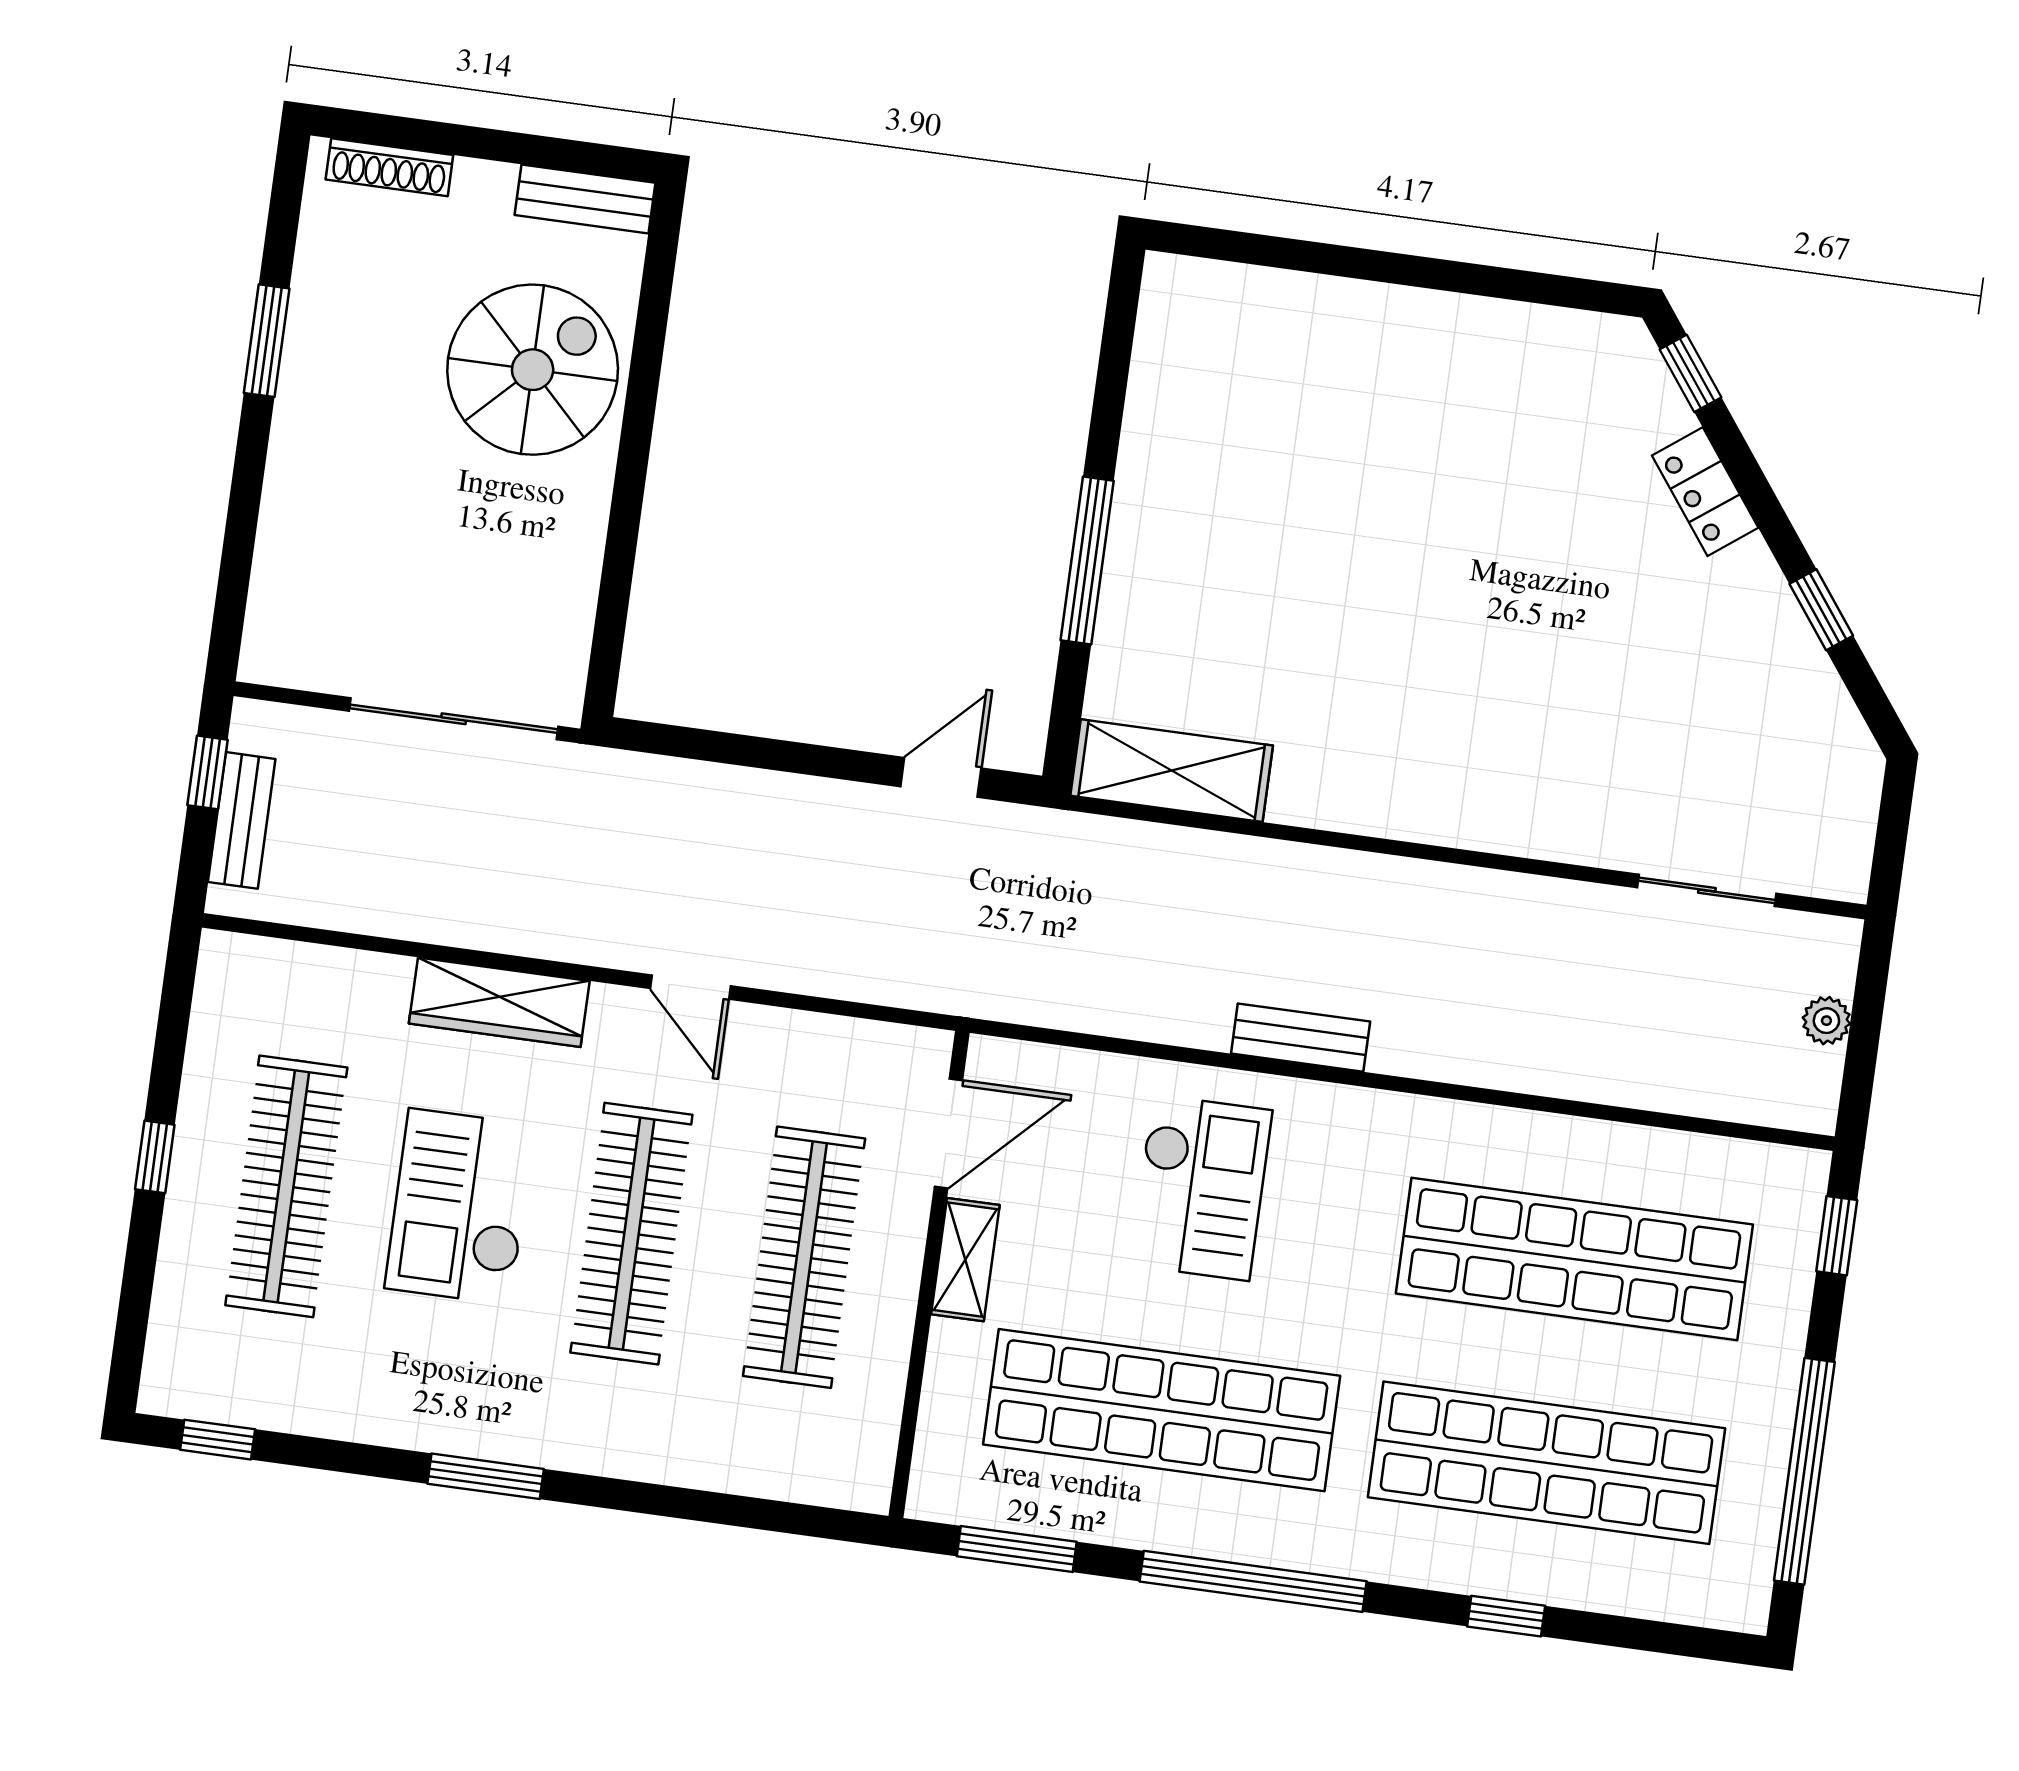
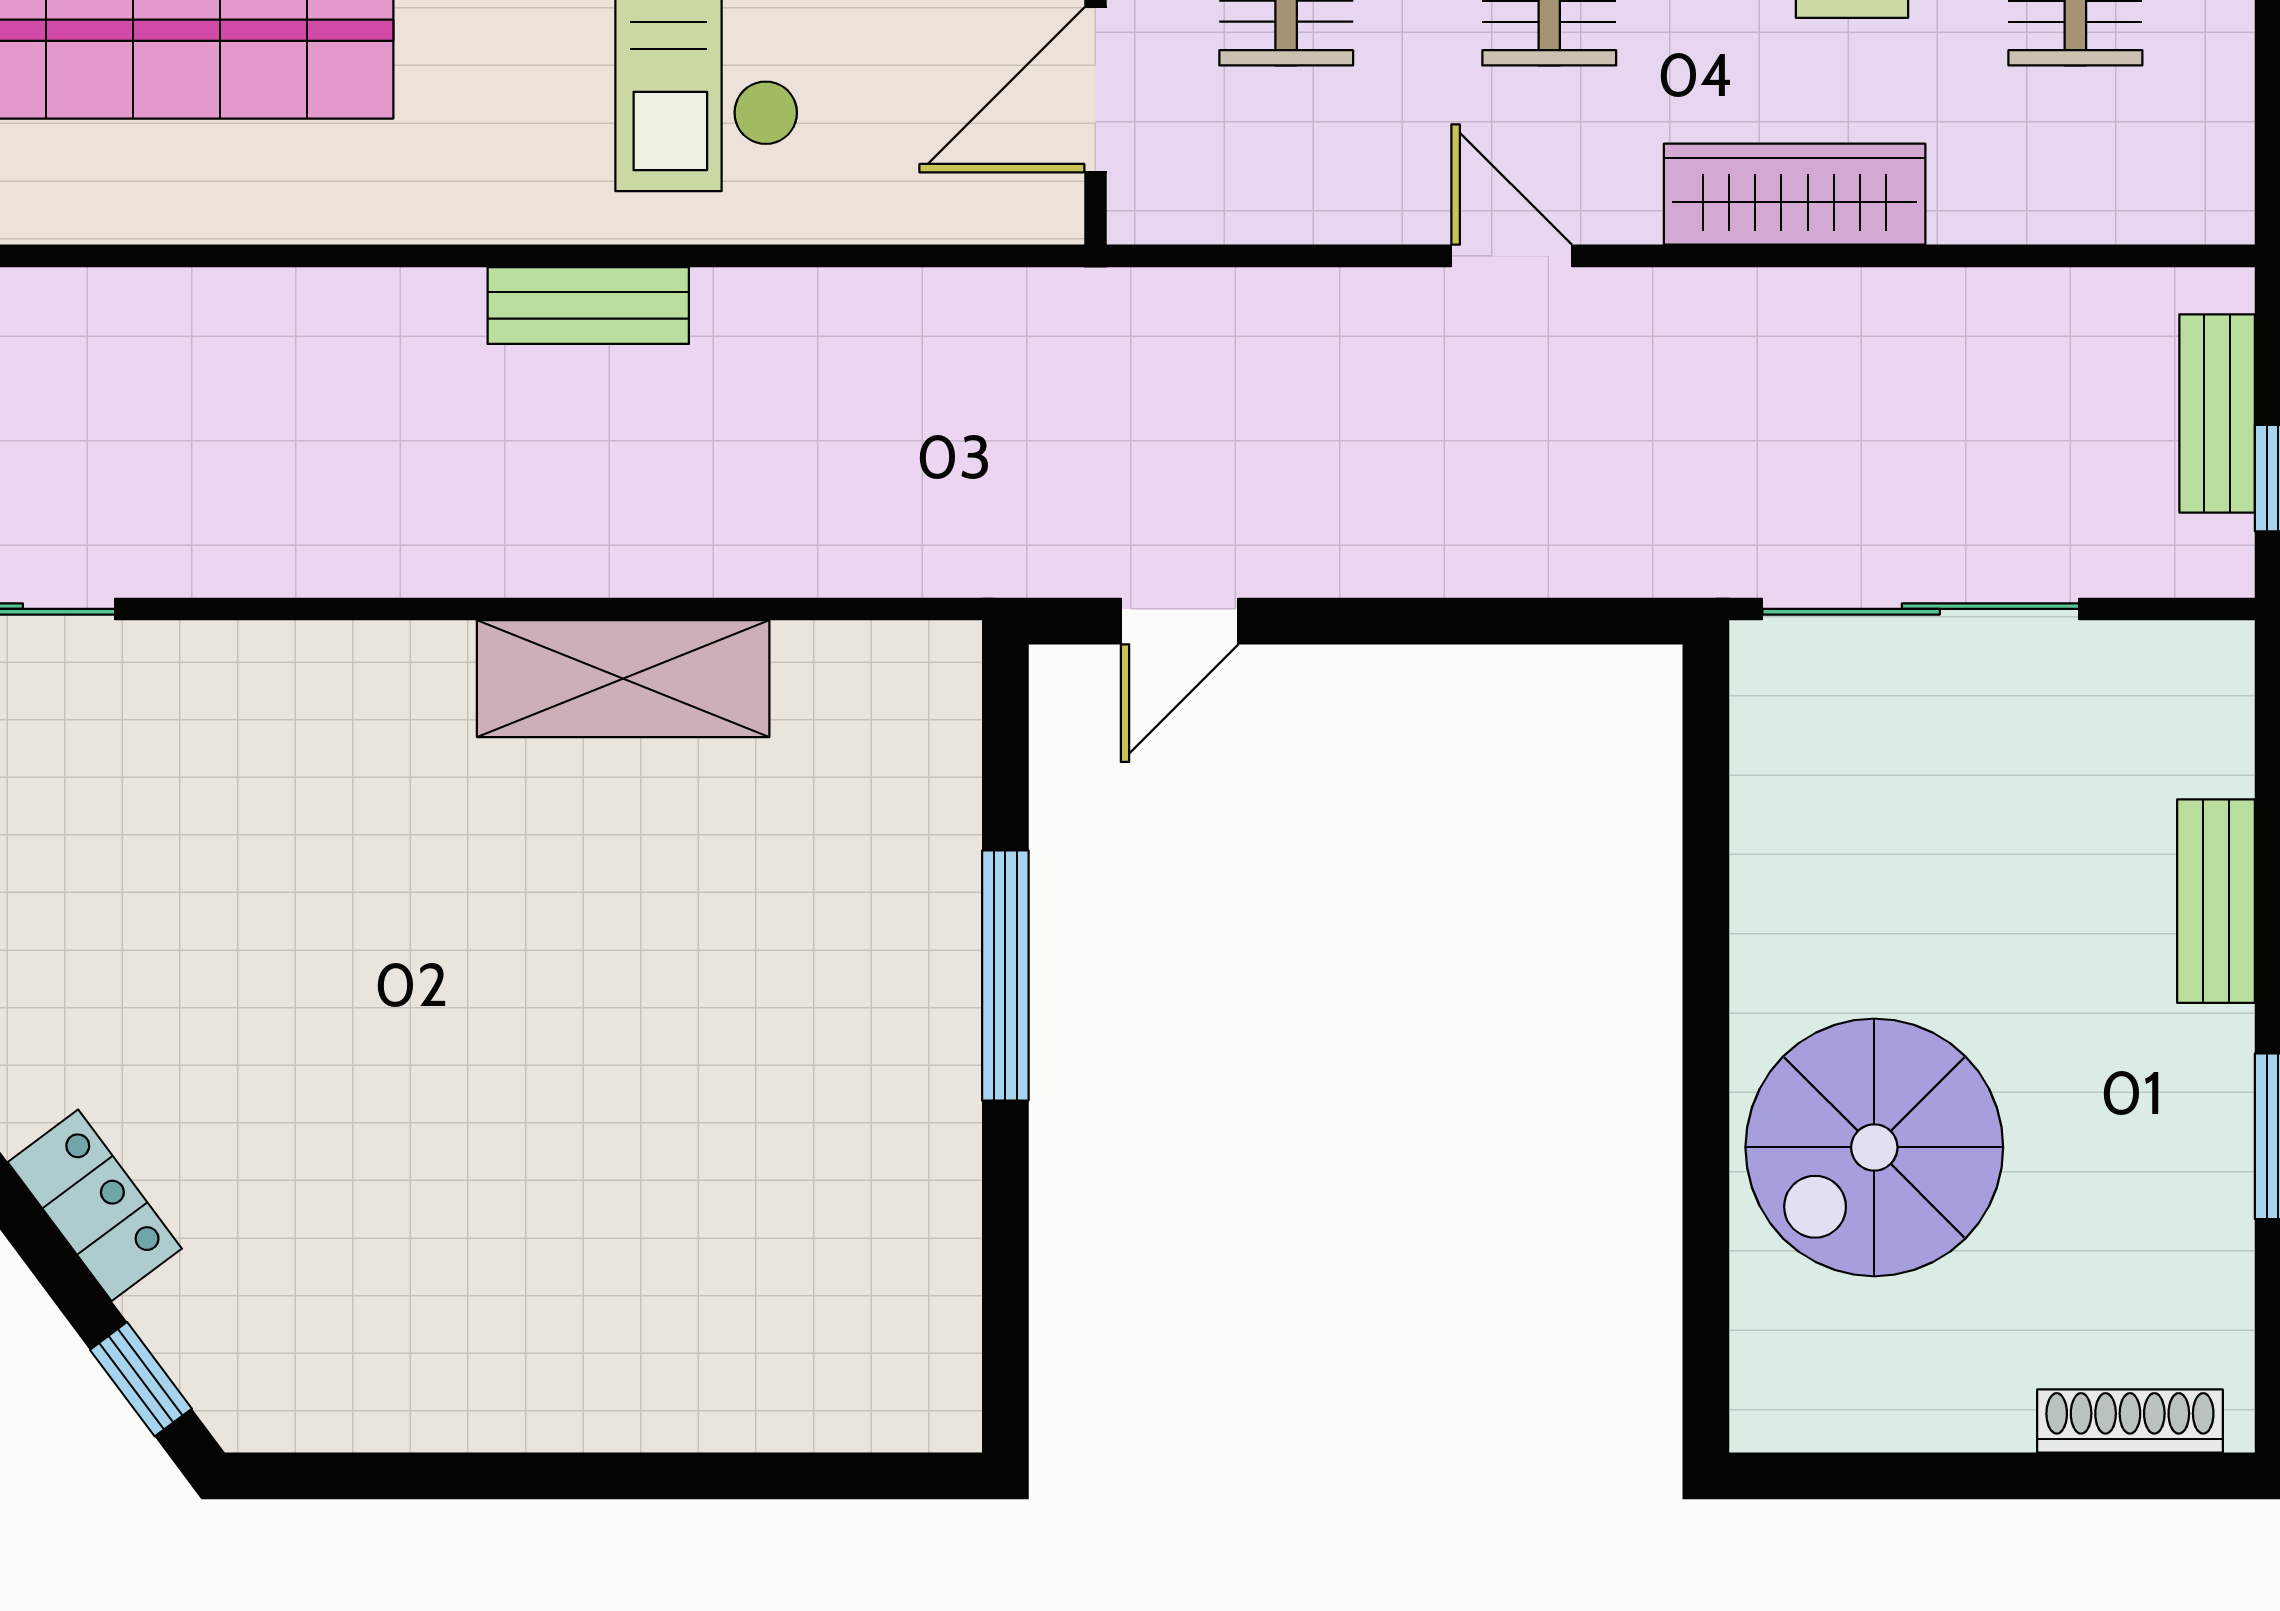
bench: (585, 199) -> (2216, 901), moved, turned 90
shelving: (1172, 771) -> (623, 679), moved

